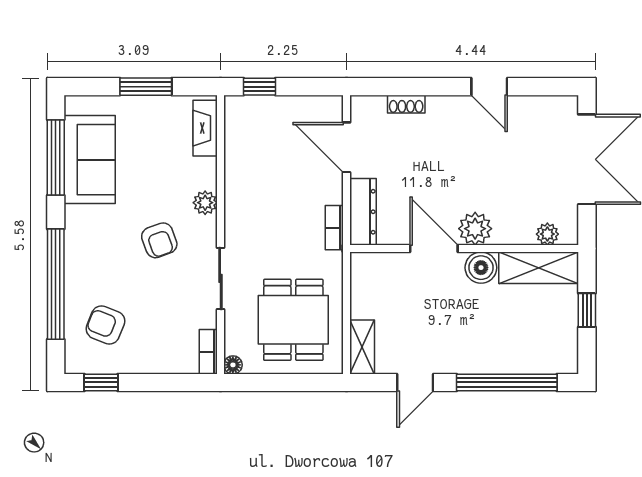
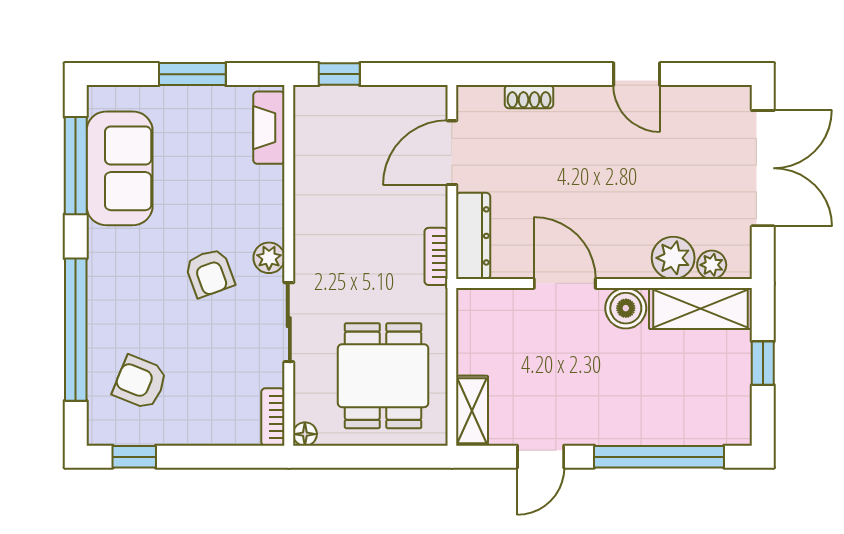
door: (347, 147) -> (452, 153), hinge flipped
plant: (205, 203) -> (269, 258), moved
plant: (475, 229) -> (673, 258), moved

